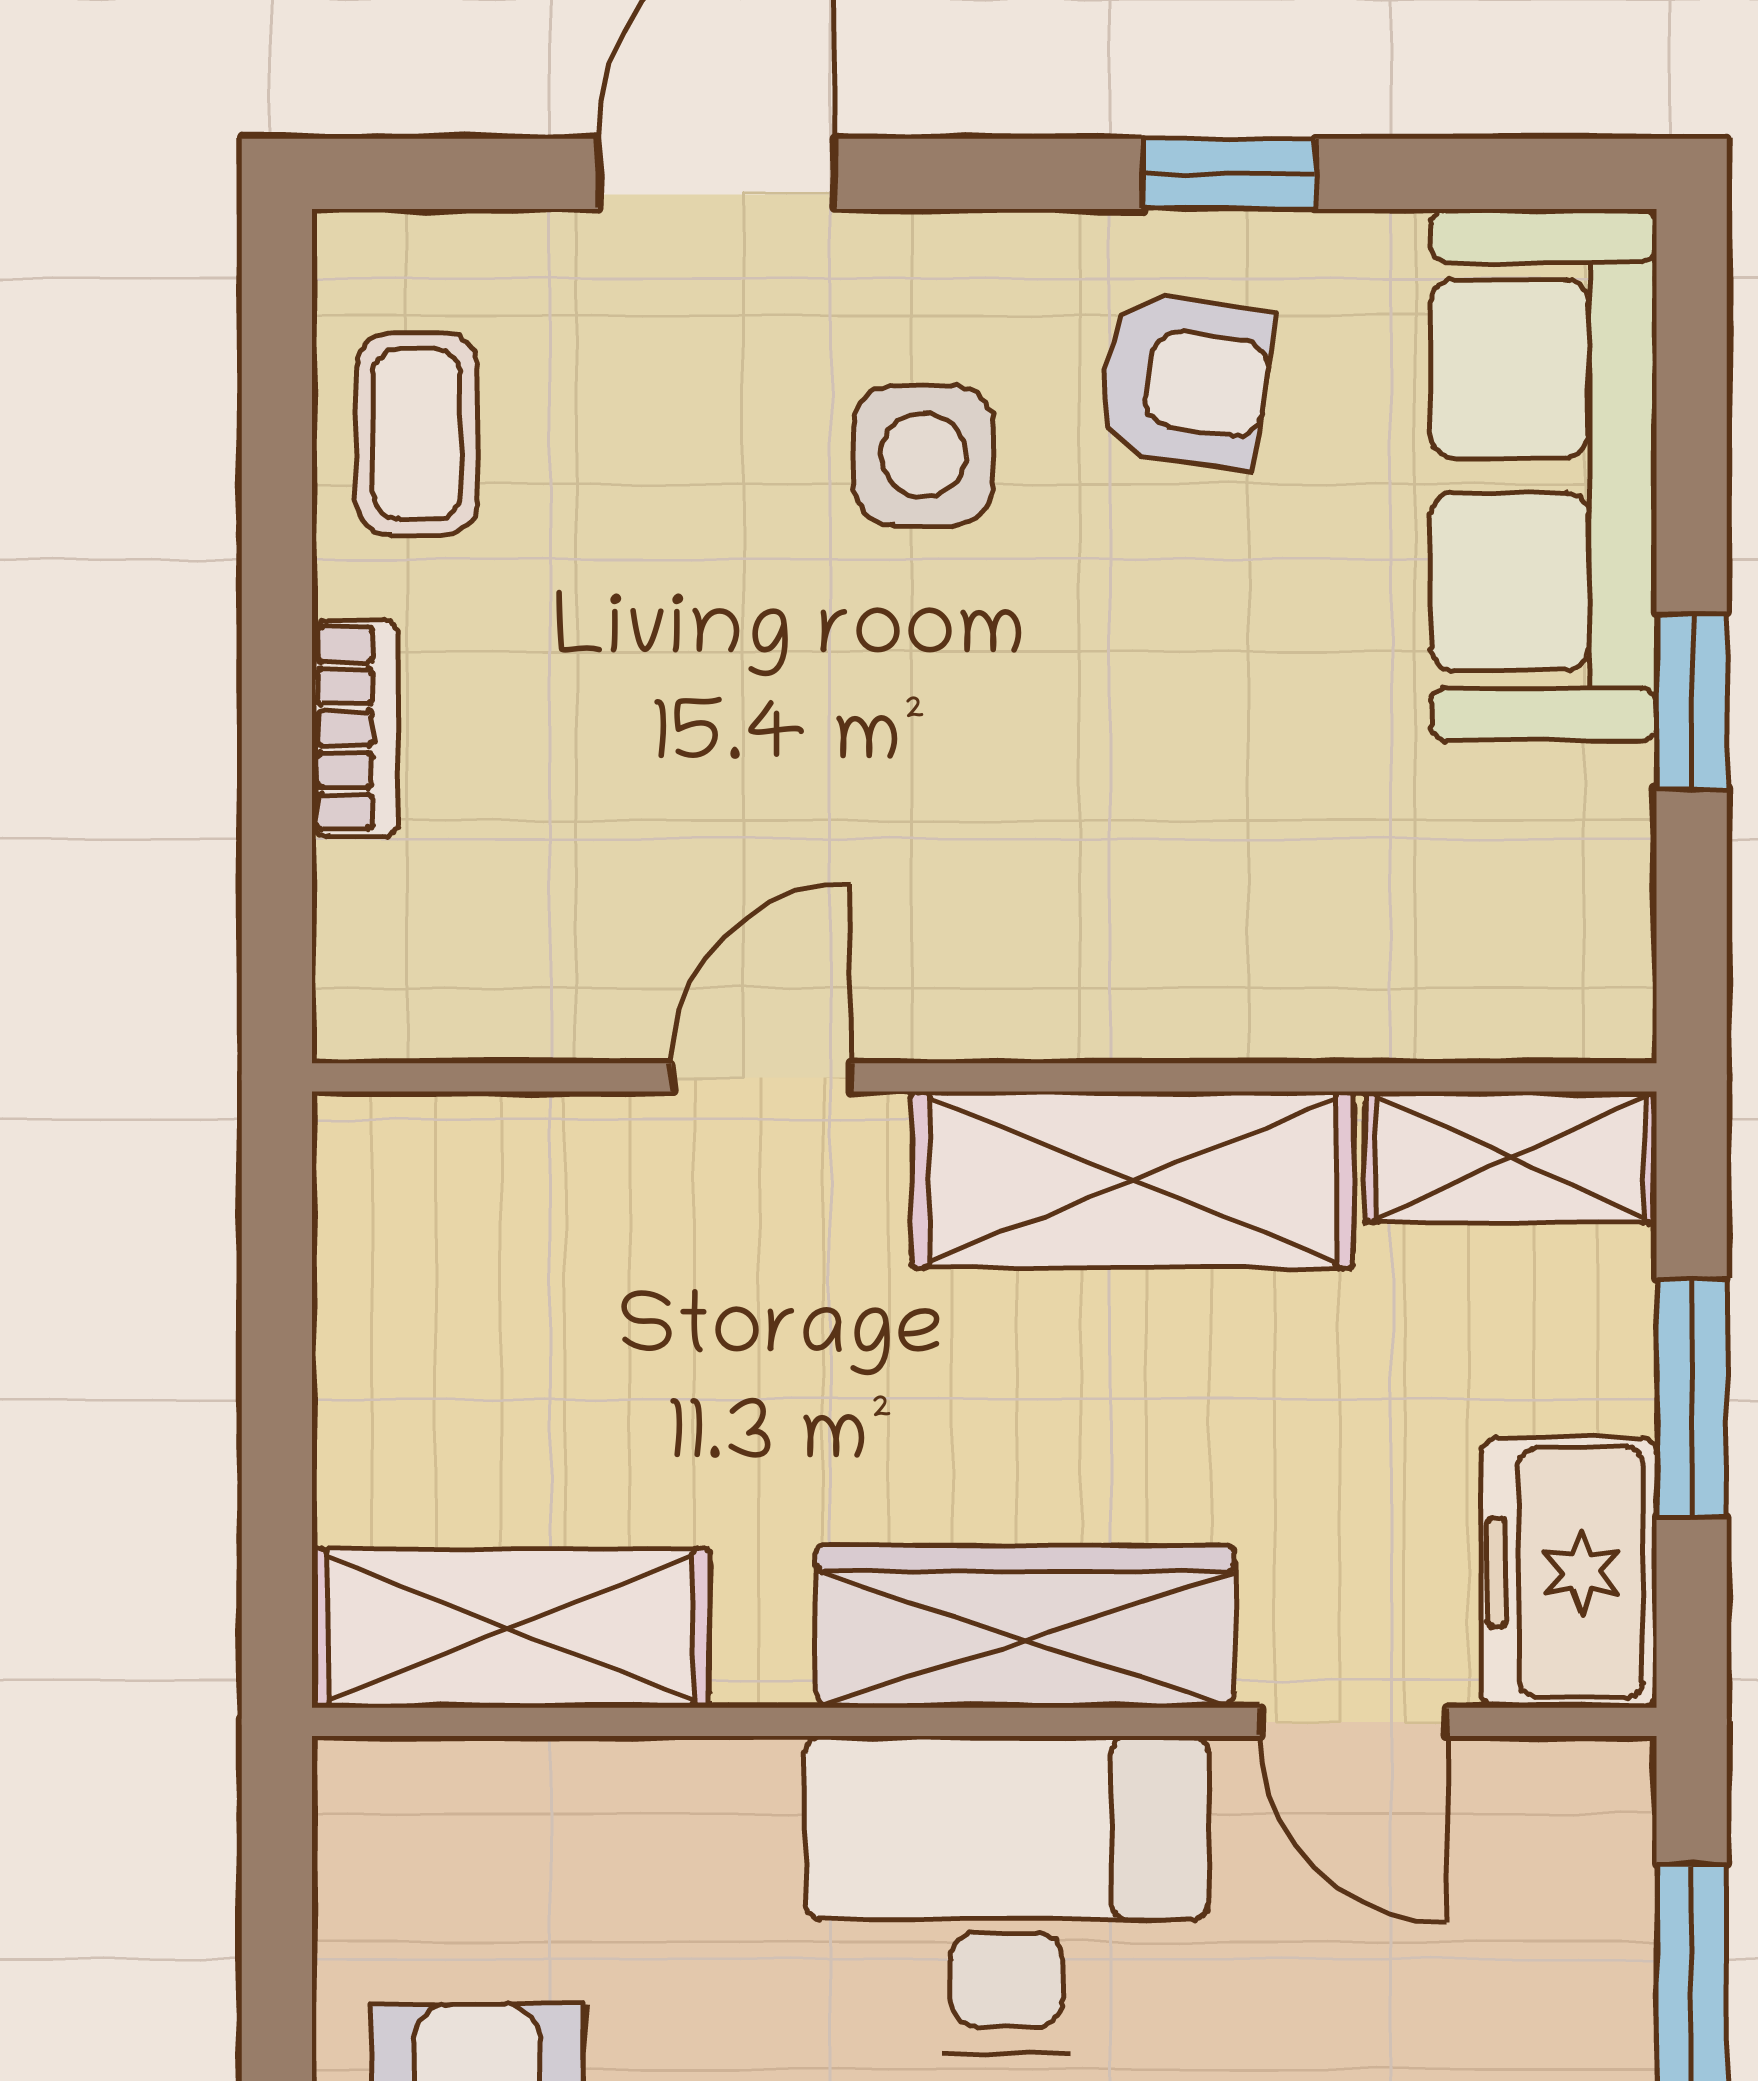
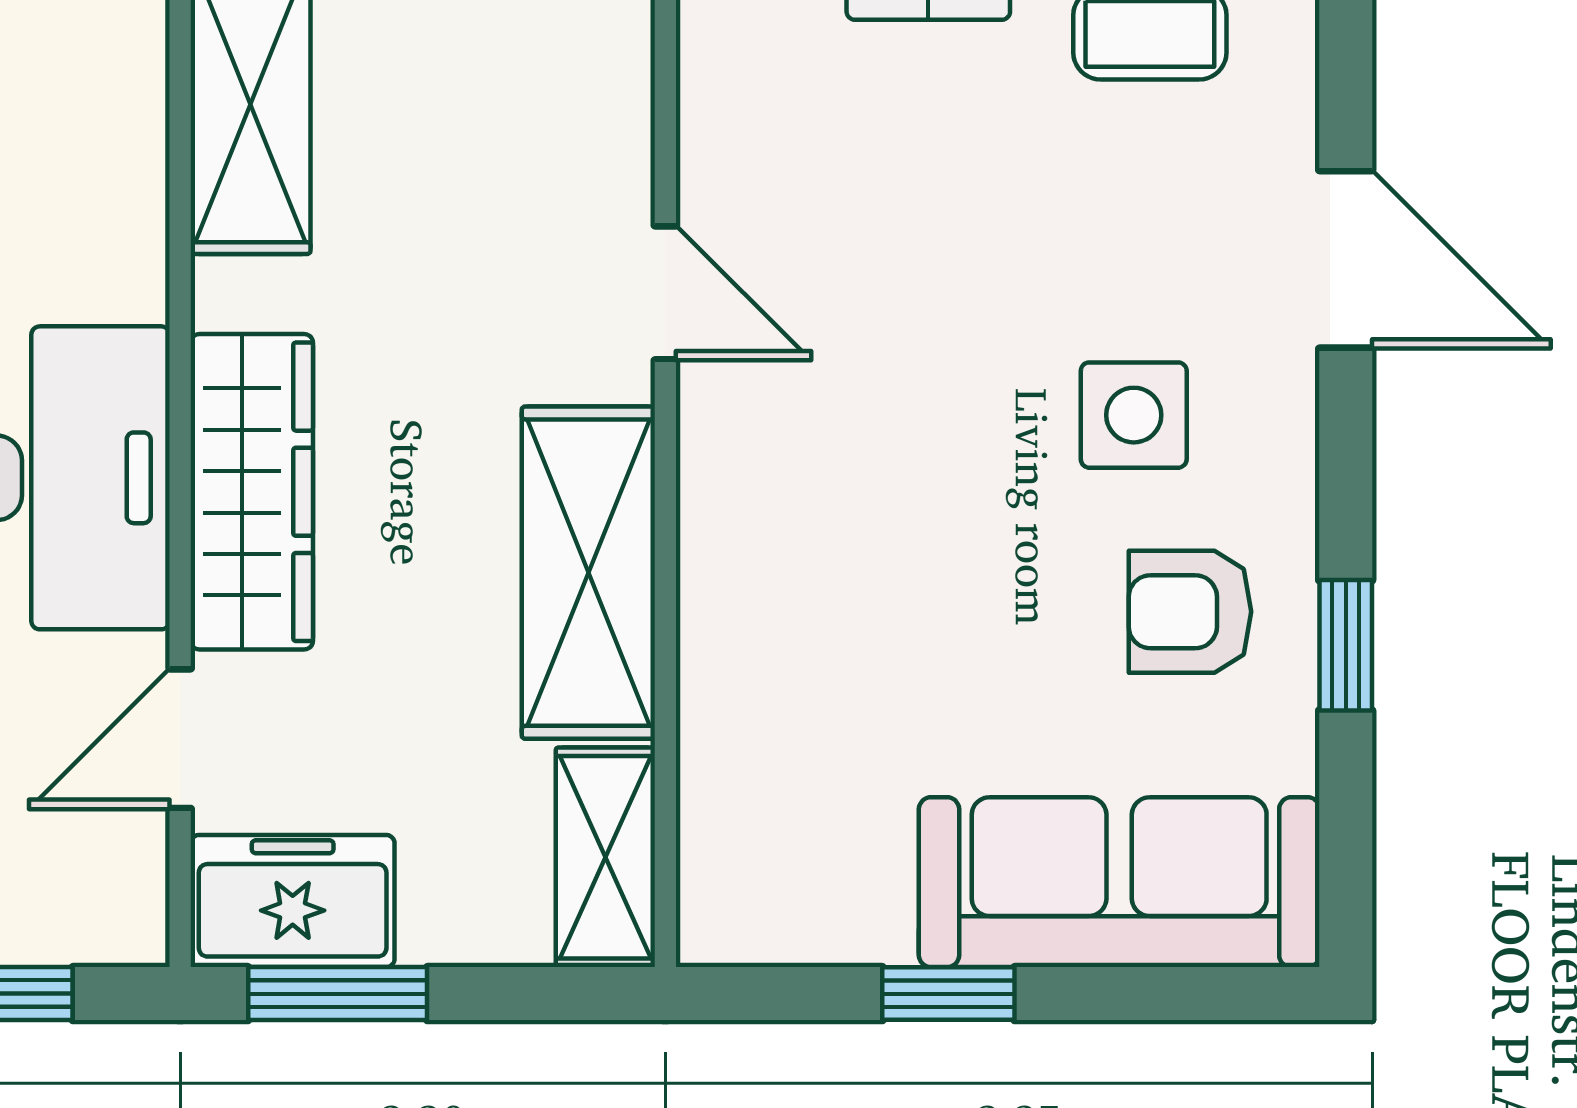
armchair: (1185, 381) -> (1190, 612), turned 82
window: (1692, 1398) -> (338, 994), moved

